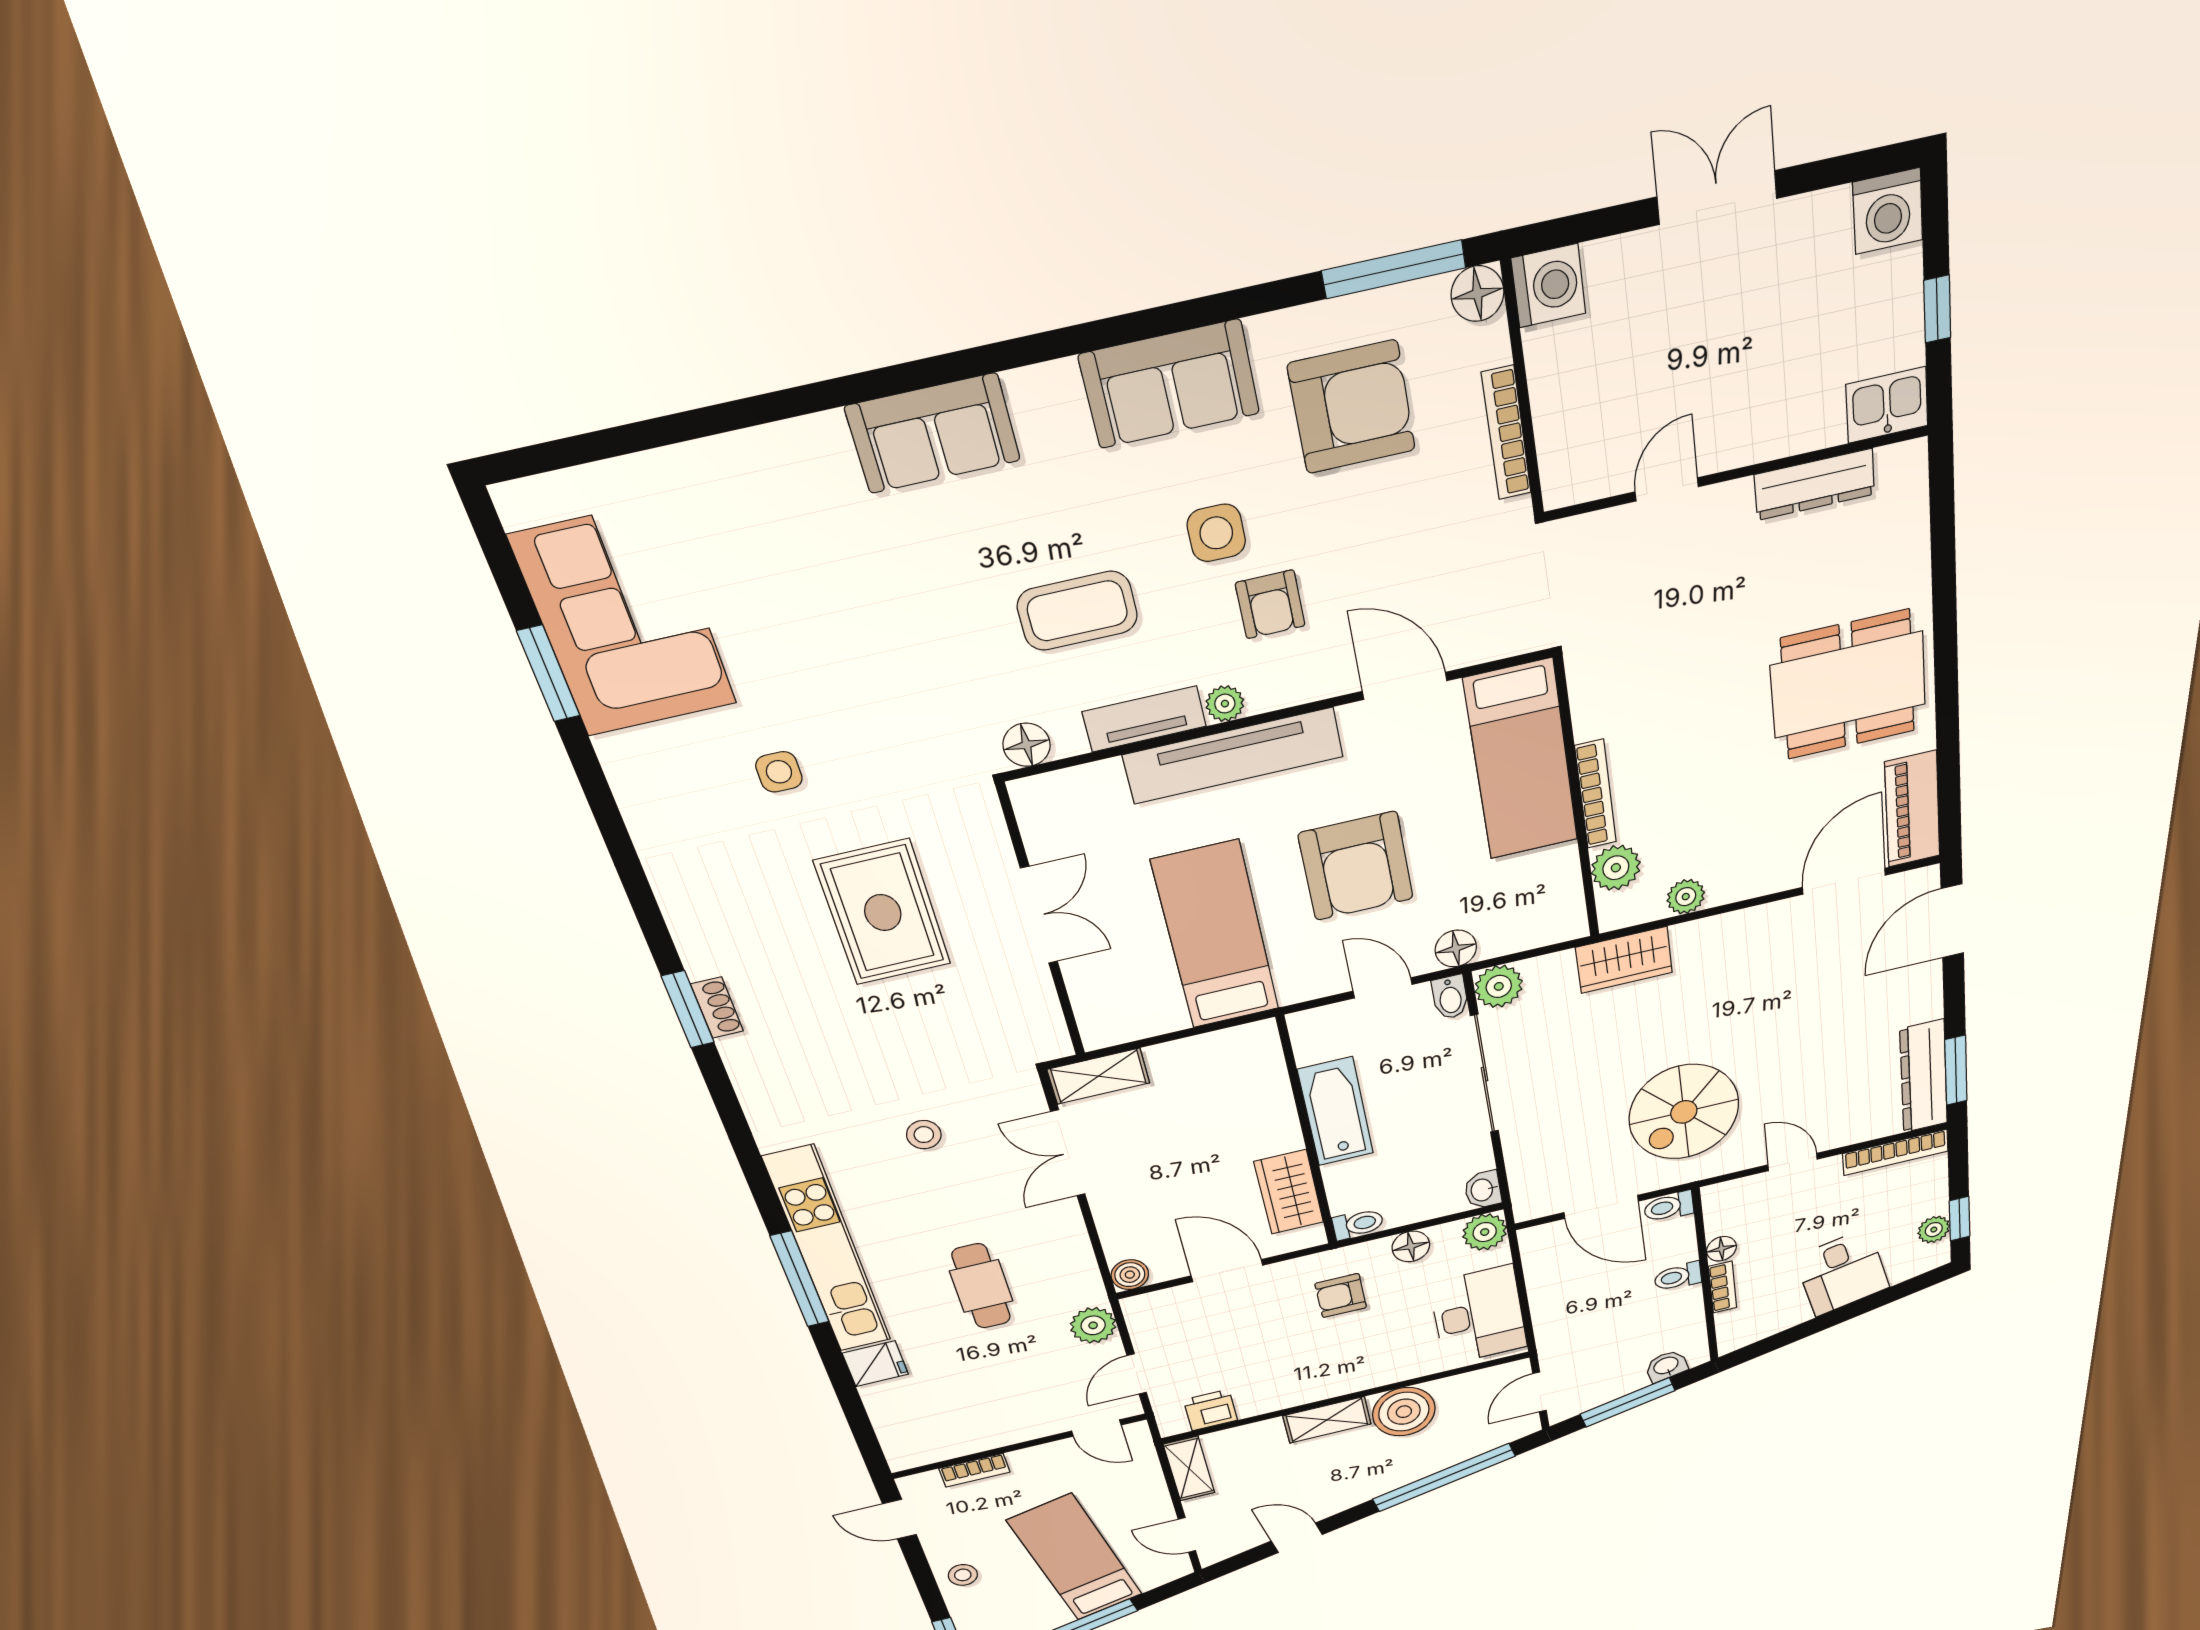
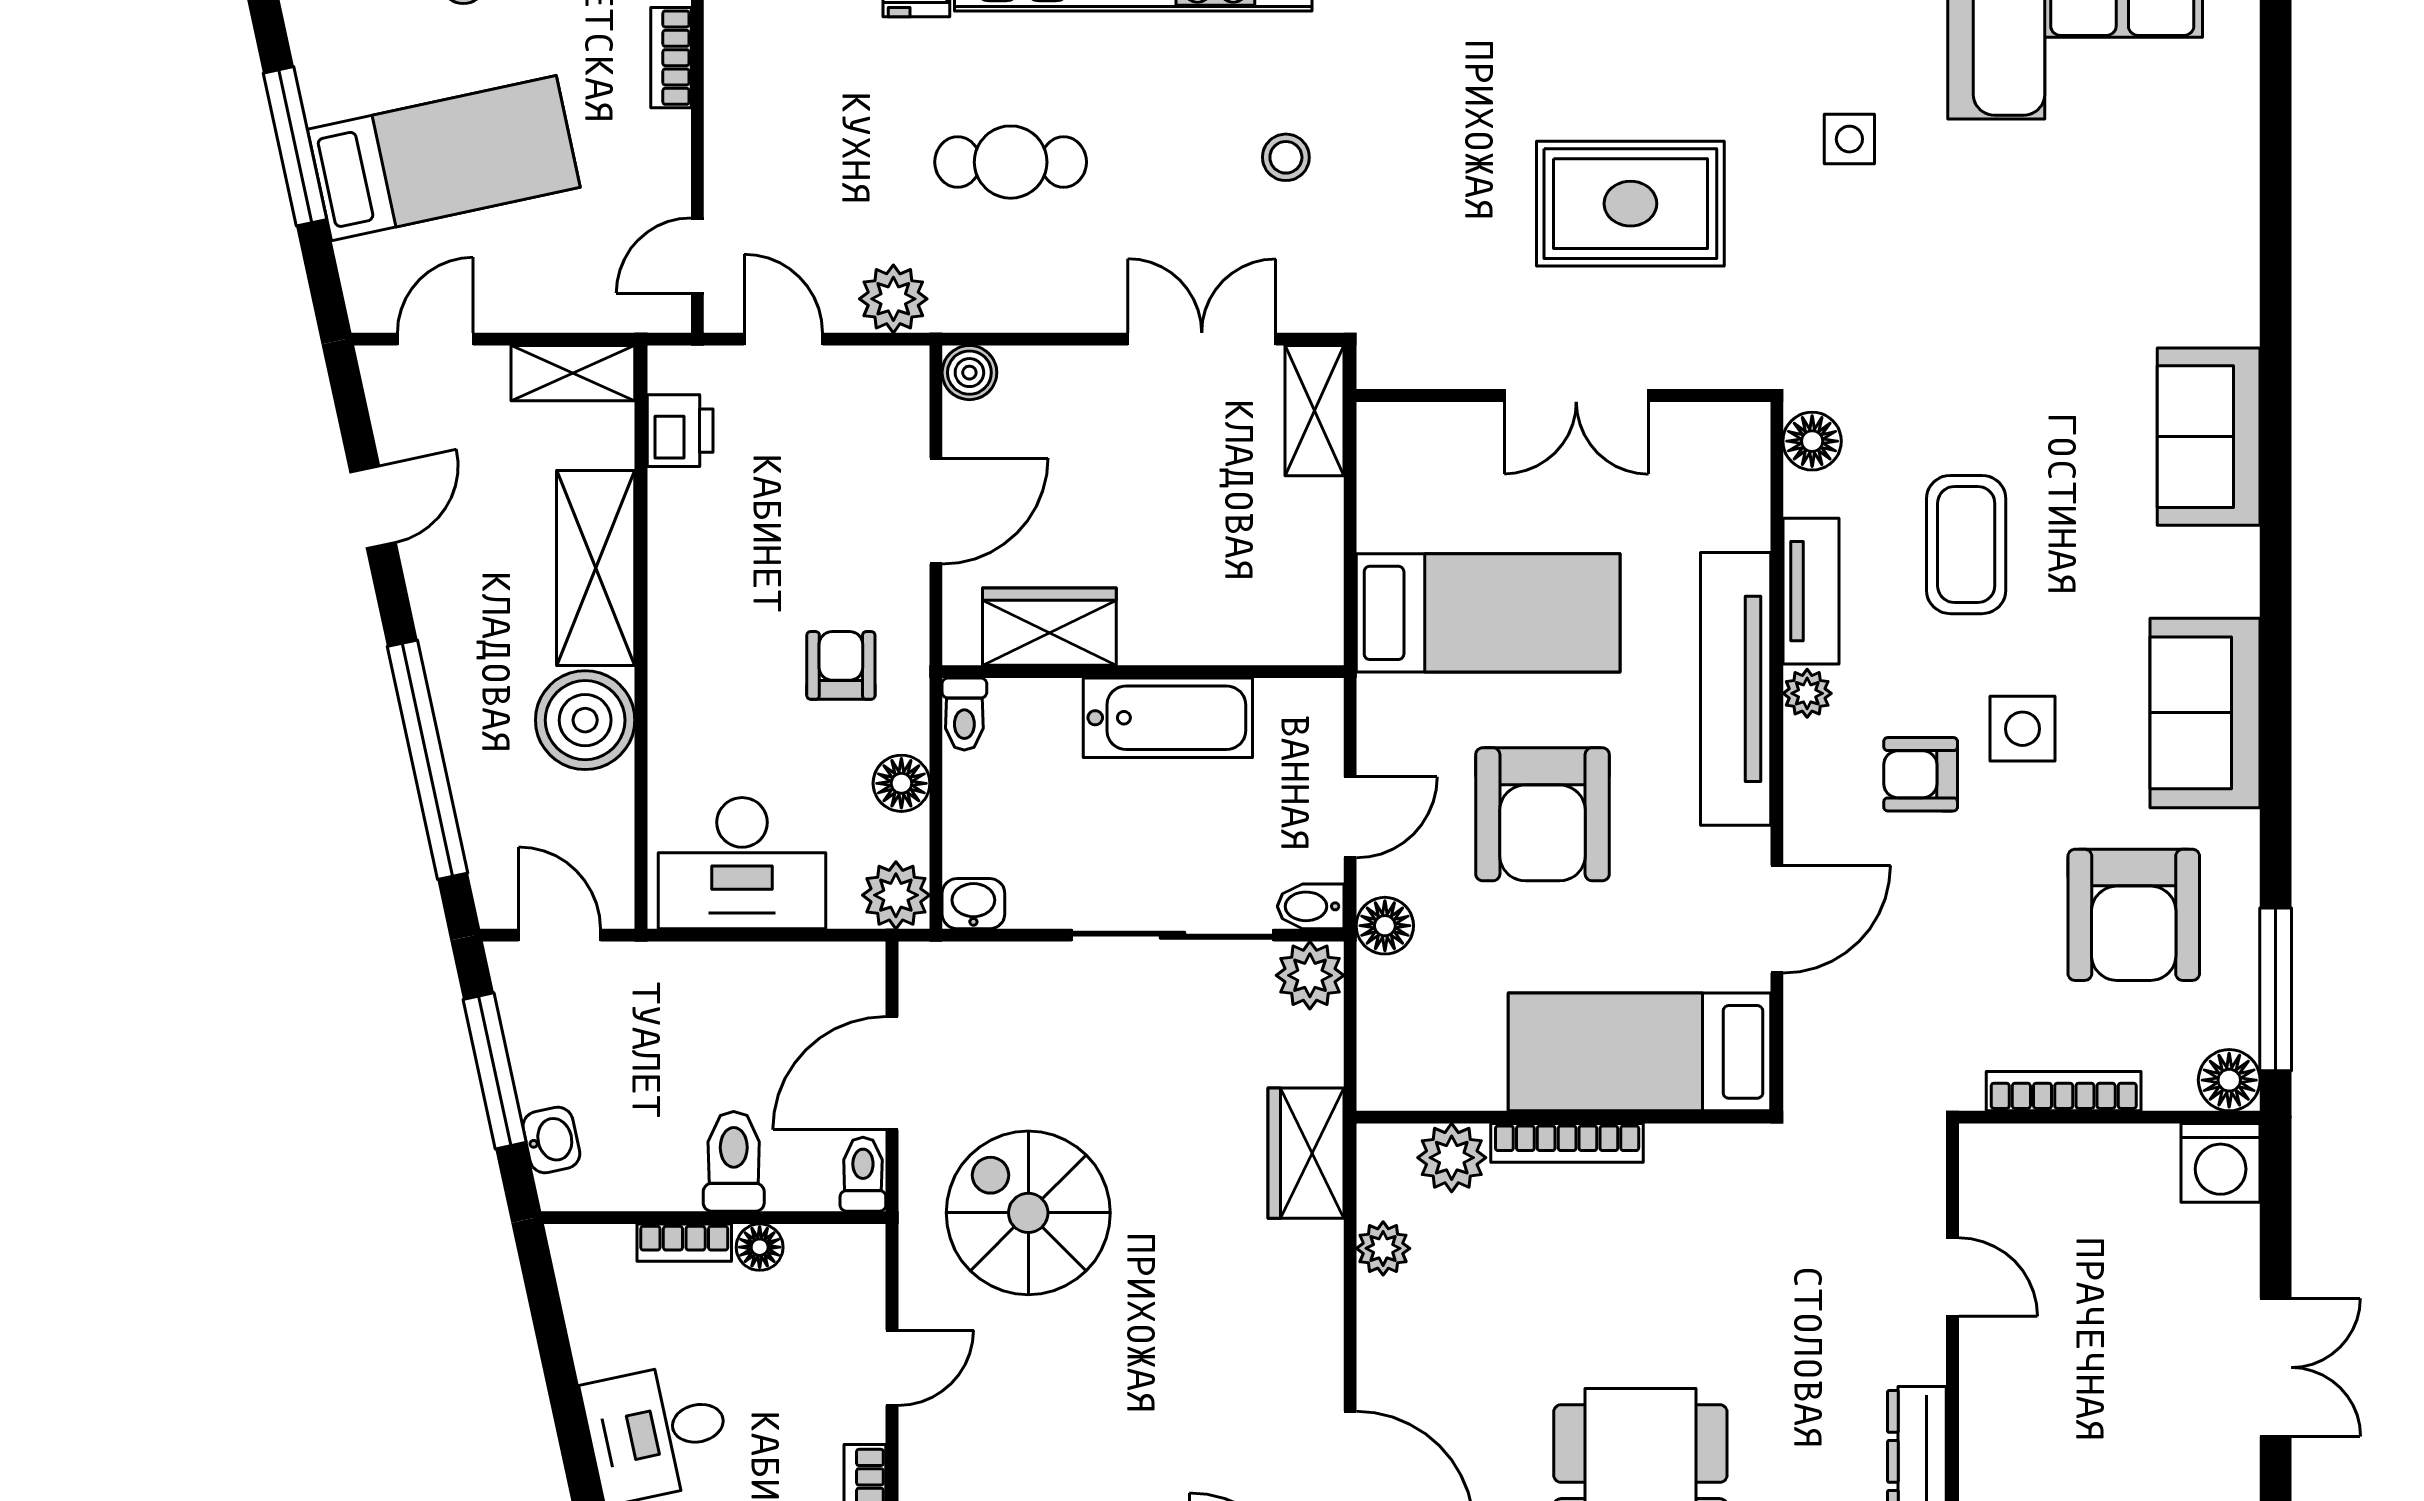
armchair: (1356, 866) -> (1542, 814), turned -90
toilet: (1678, 1277) -> (734, 1161), width x1.37, depth x1.39
shelving: (1327, 1420) -> (596, 568), width x1.50, depth x1.33

